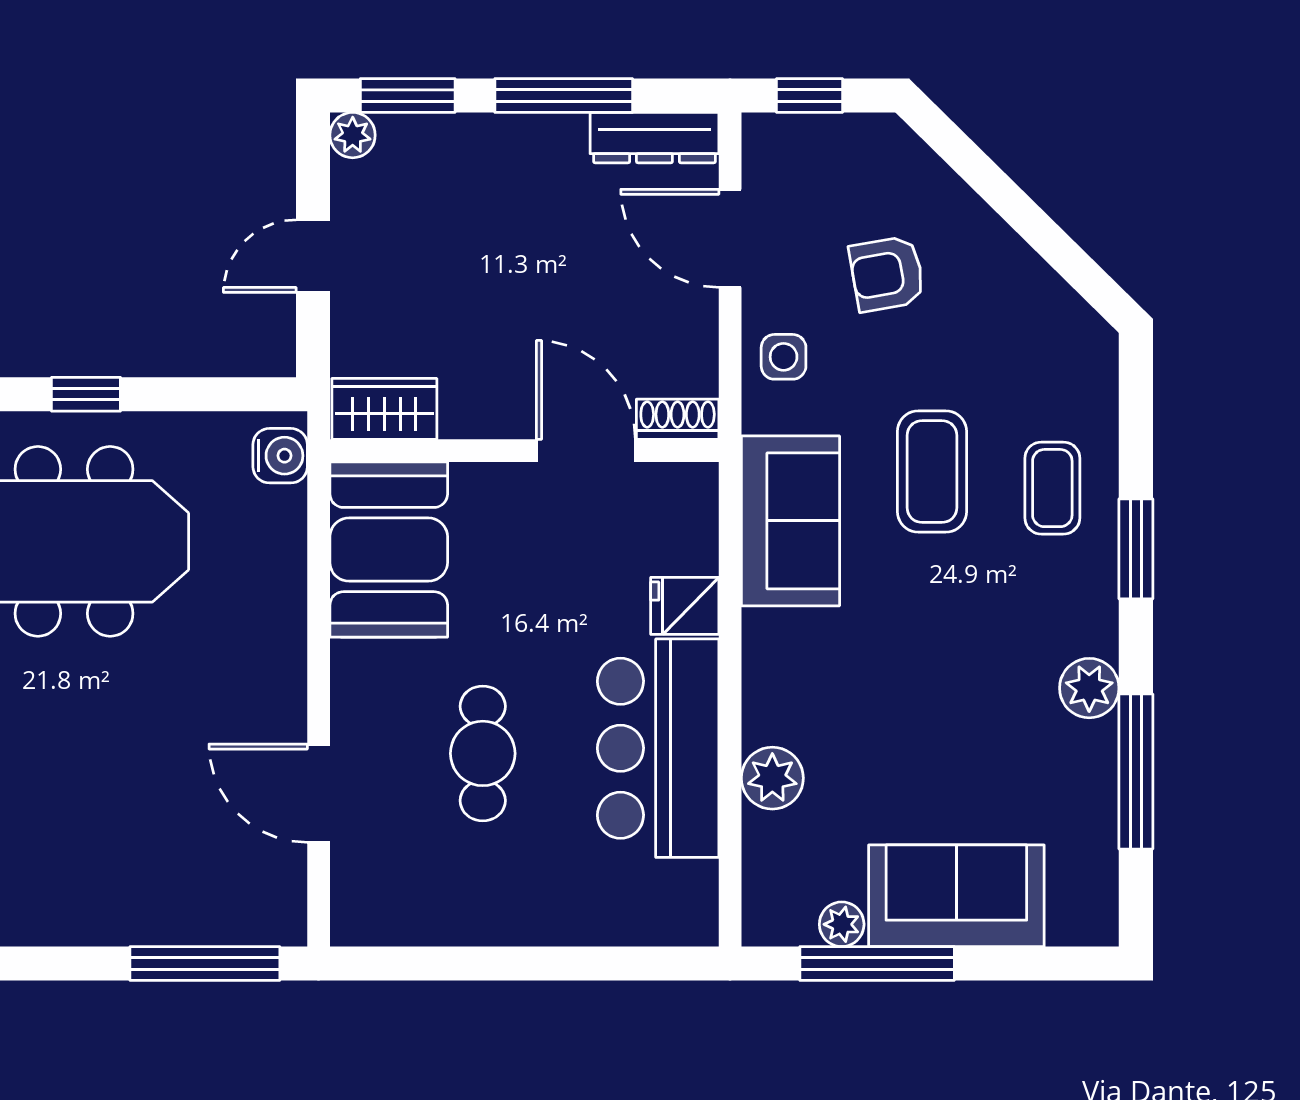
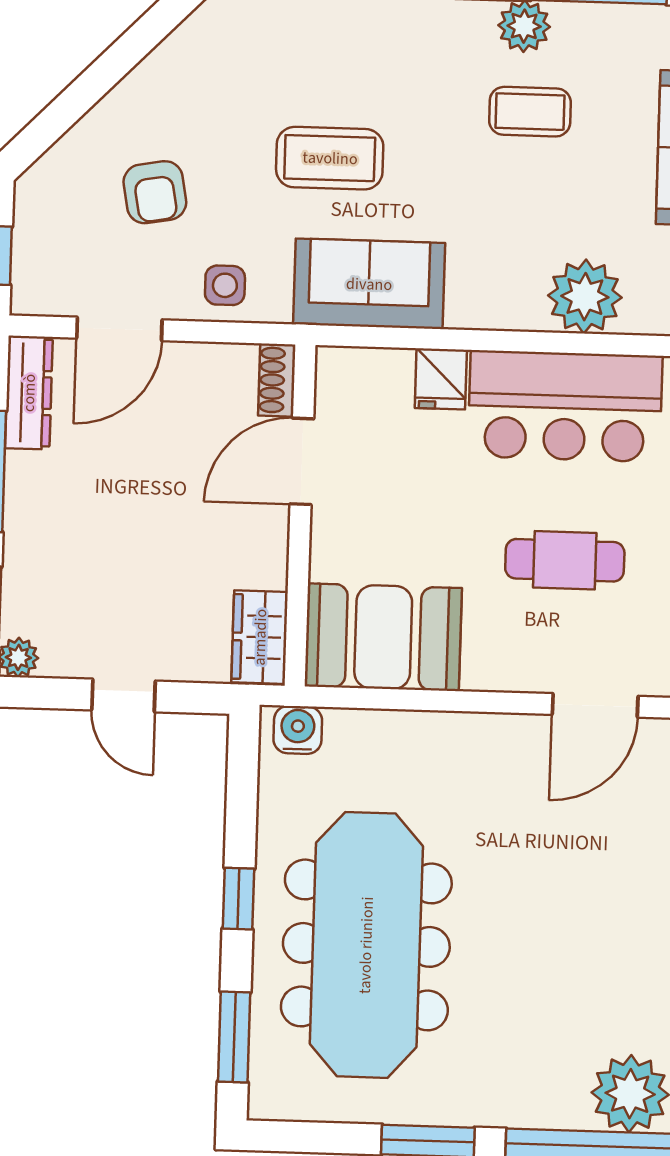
coffee table: (1052, 488) -> (530, 112), moved
plant: (772, 778) -> (585, 297), width x1.36, depth x1.36

